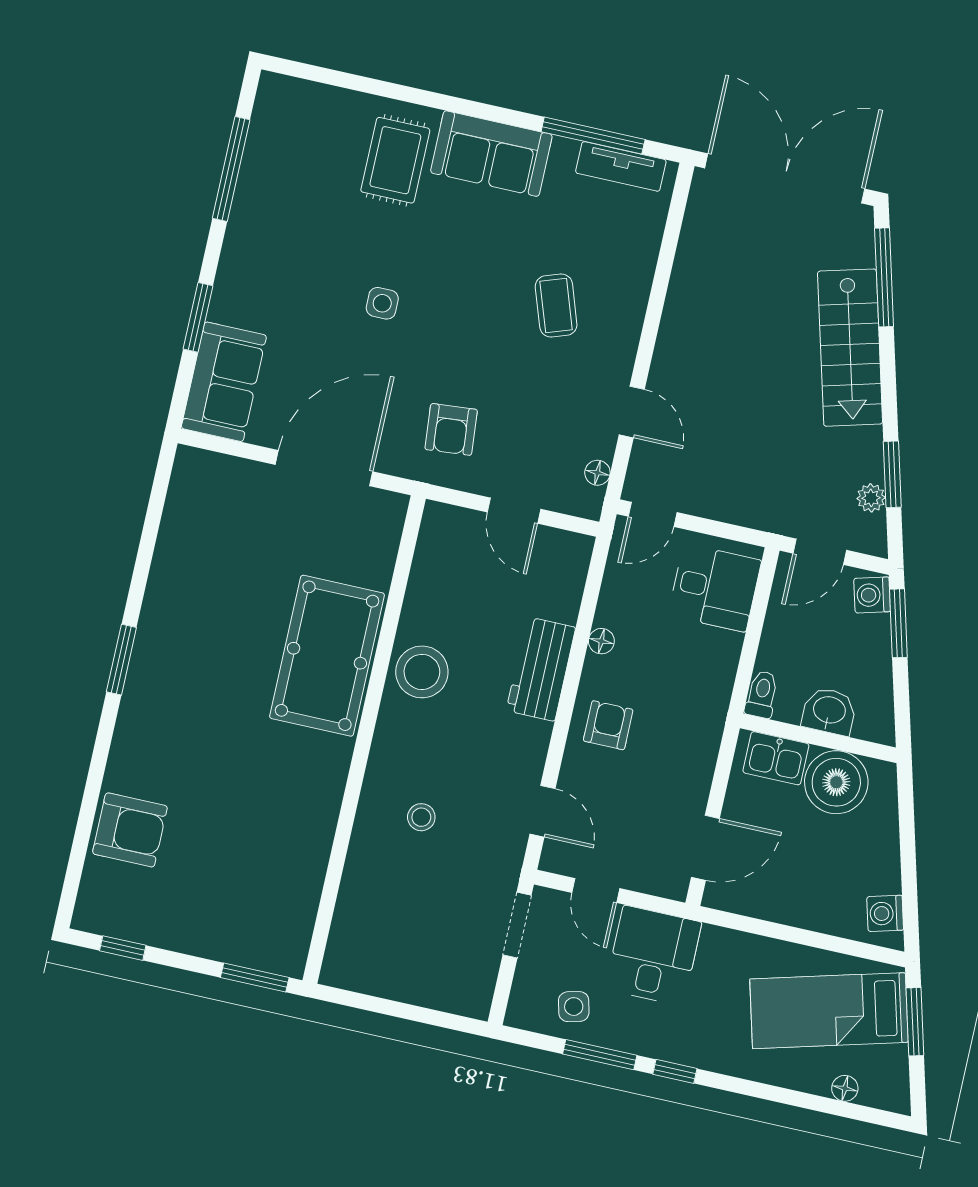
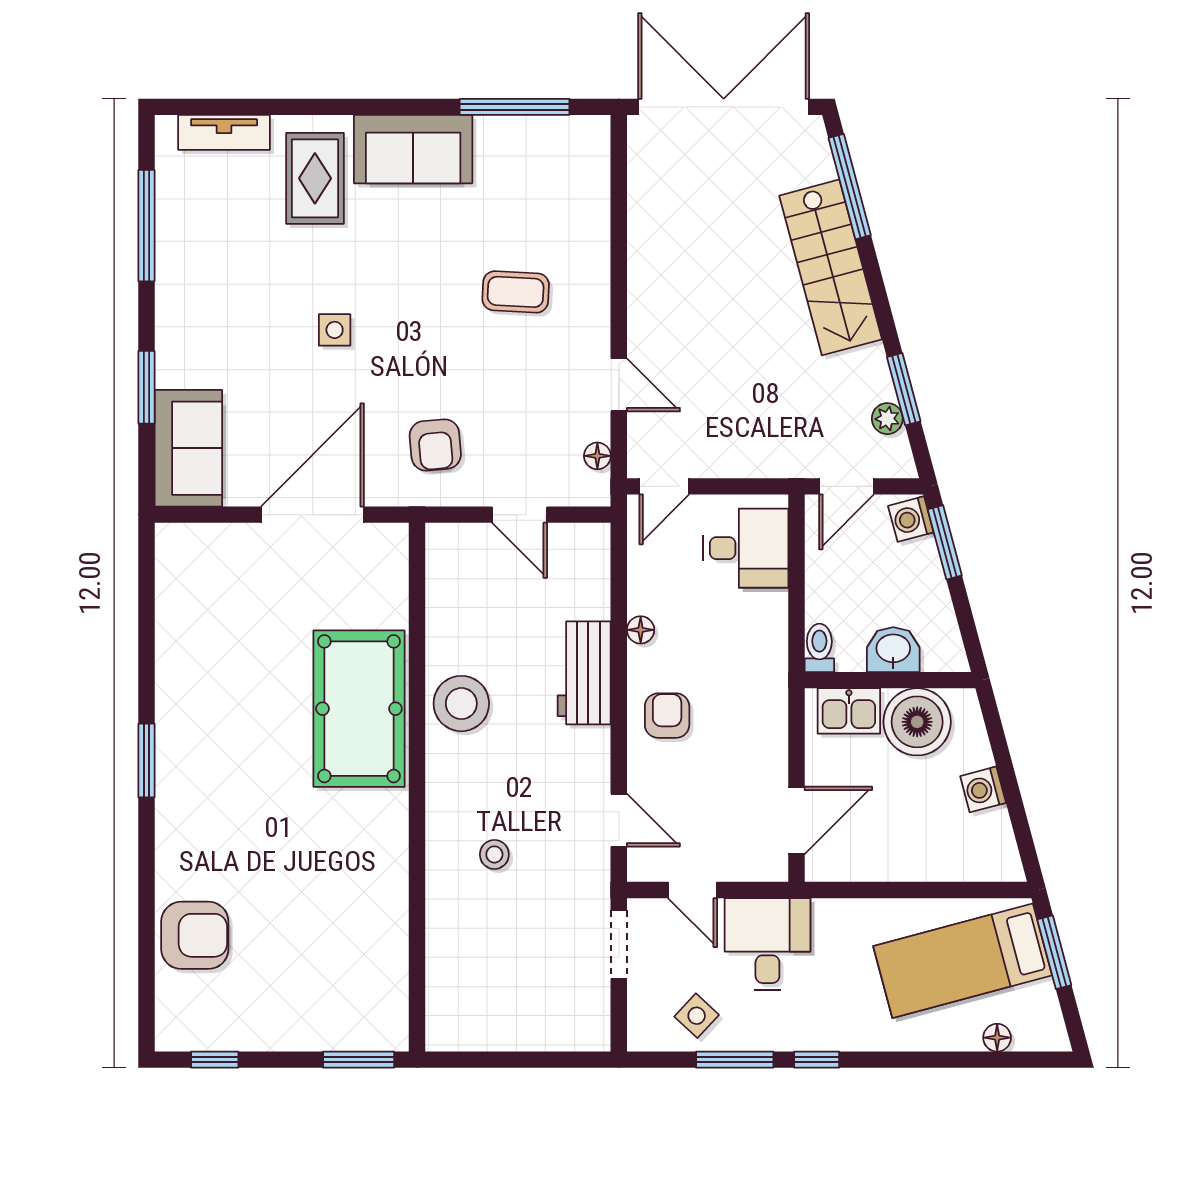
tv unit: (621, 166) -> (224, 132), moved
coffee table: (556, 306) -> (516, 292), turned -68
washing machine: (885, 913) -> (983, 789), moved
side table: (574, 1007) -> (697, 1016), turned -33

